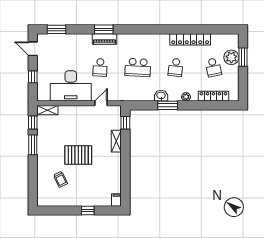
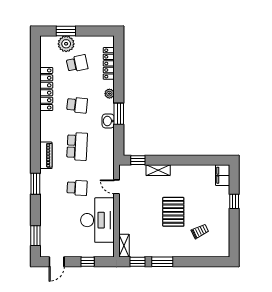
piano: (105, 39) -> (46, 155), moved
filing cabinet: (116, 200) -> (223, 175), width x2.00

